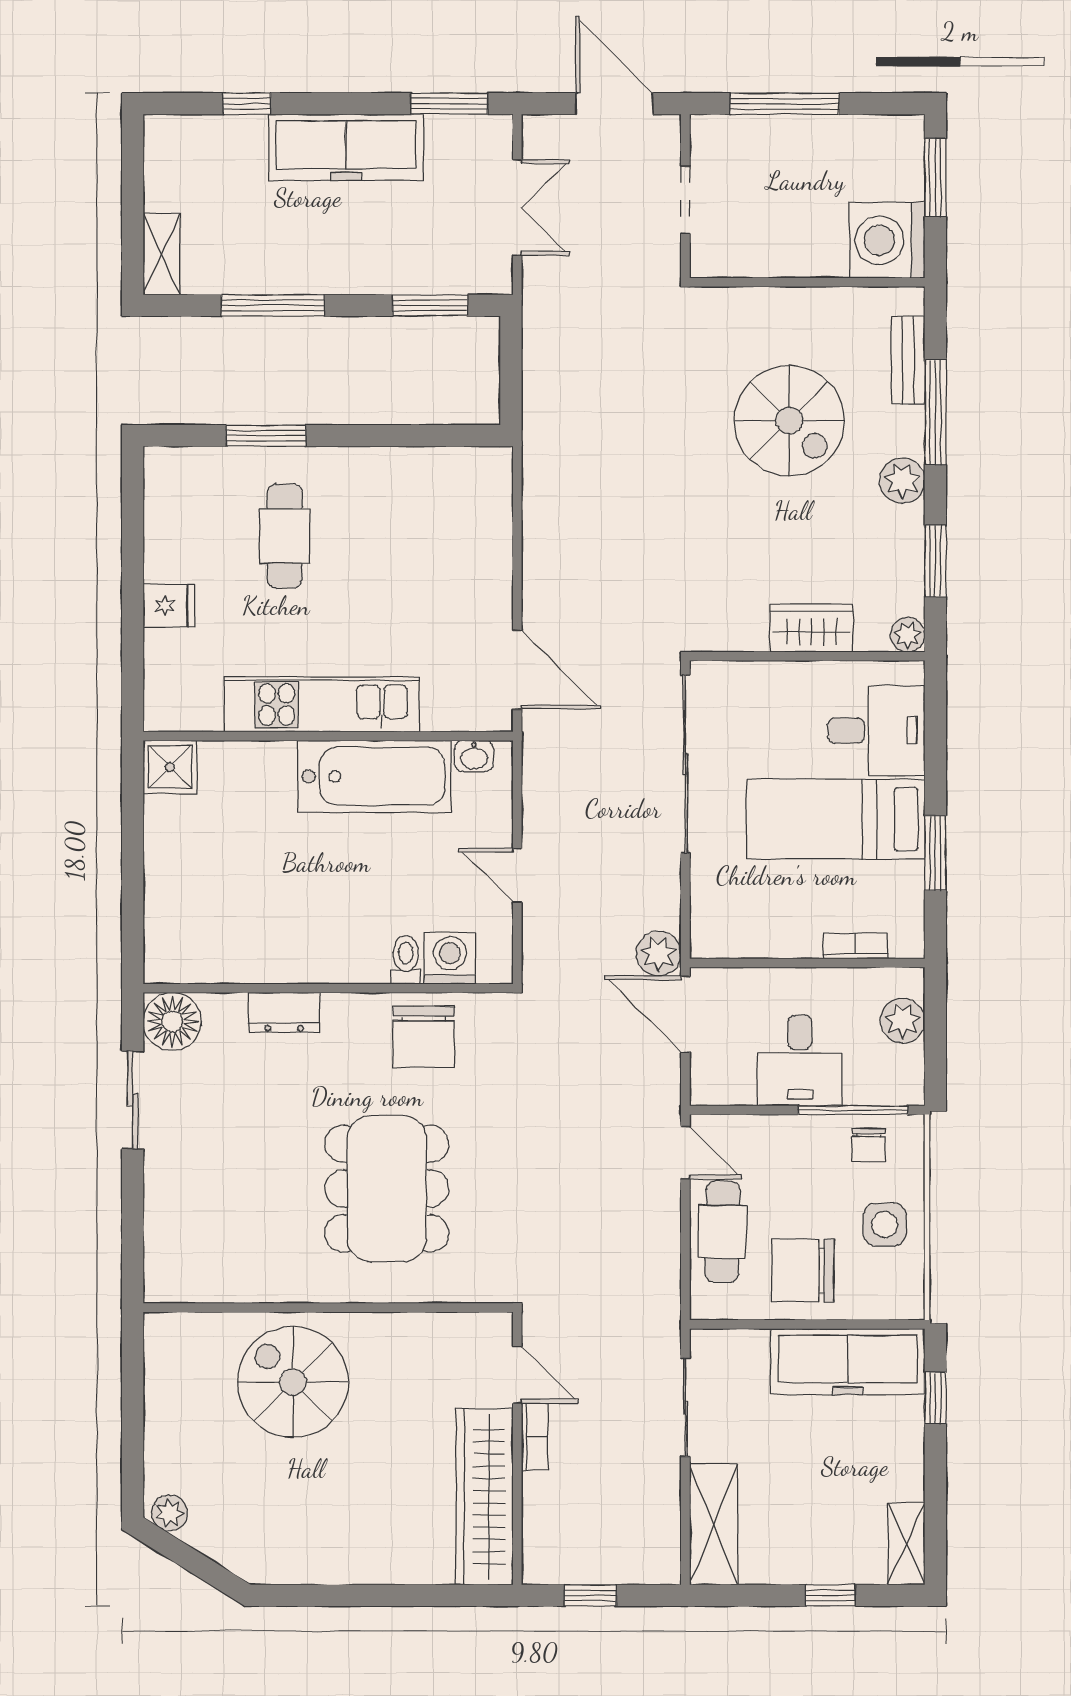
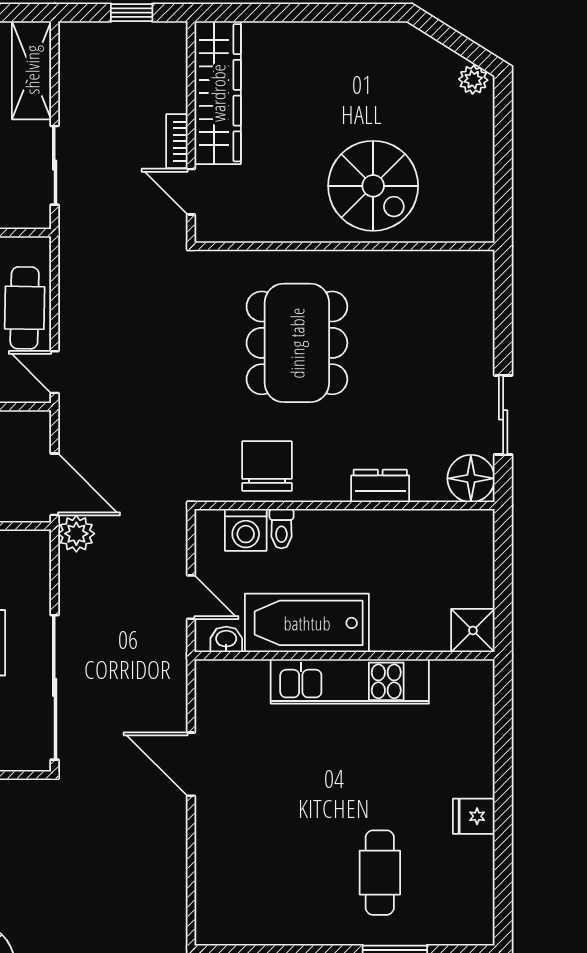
kitchen unit: (322, 704) -> (350, 681), moved
wall: (328, 736) -> (345, 656), moved
washbasin: (474, 756) -> (226, 639), moved
shower: (170, 767) -> (473, 631), moved
bathtub: (375, 776) -> (307, 623), moved

